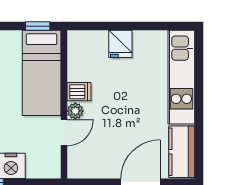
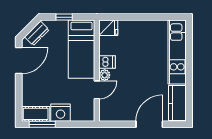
window: (38, 26) -> (64, 17), moved
fridge: (120, 44) -> (108, 28), moved, turned -90

